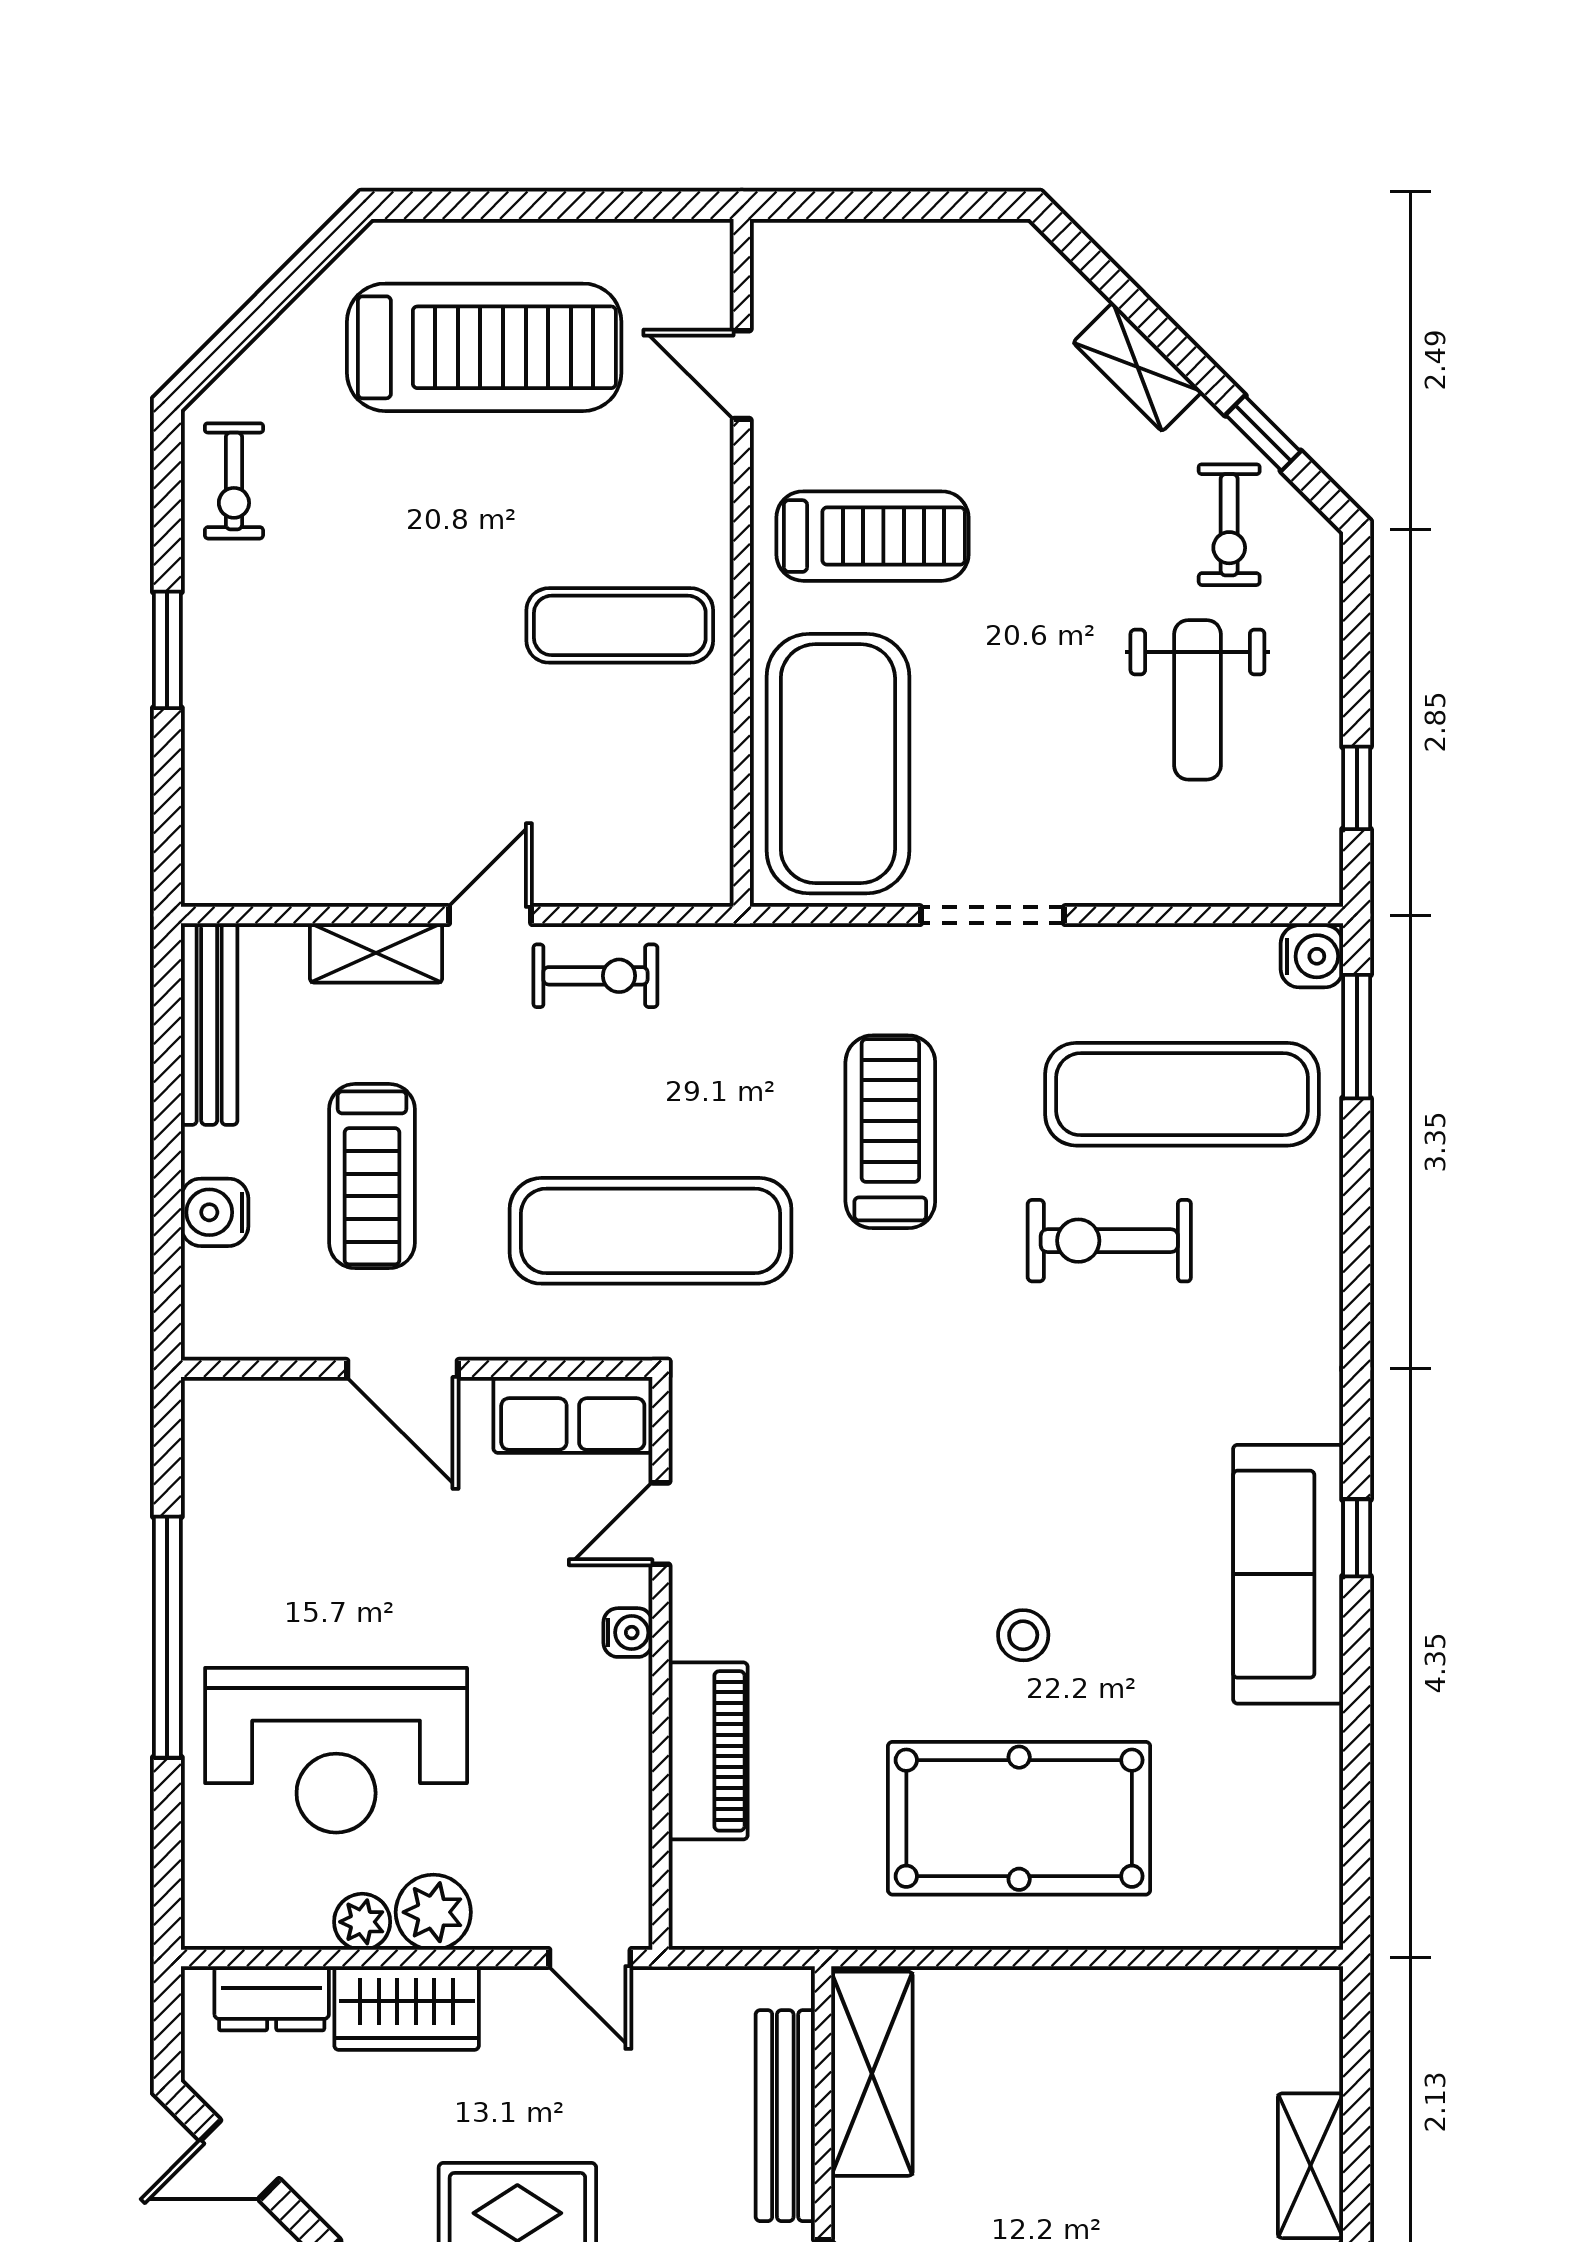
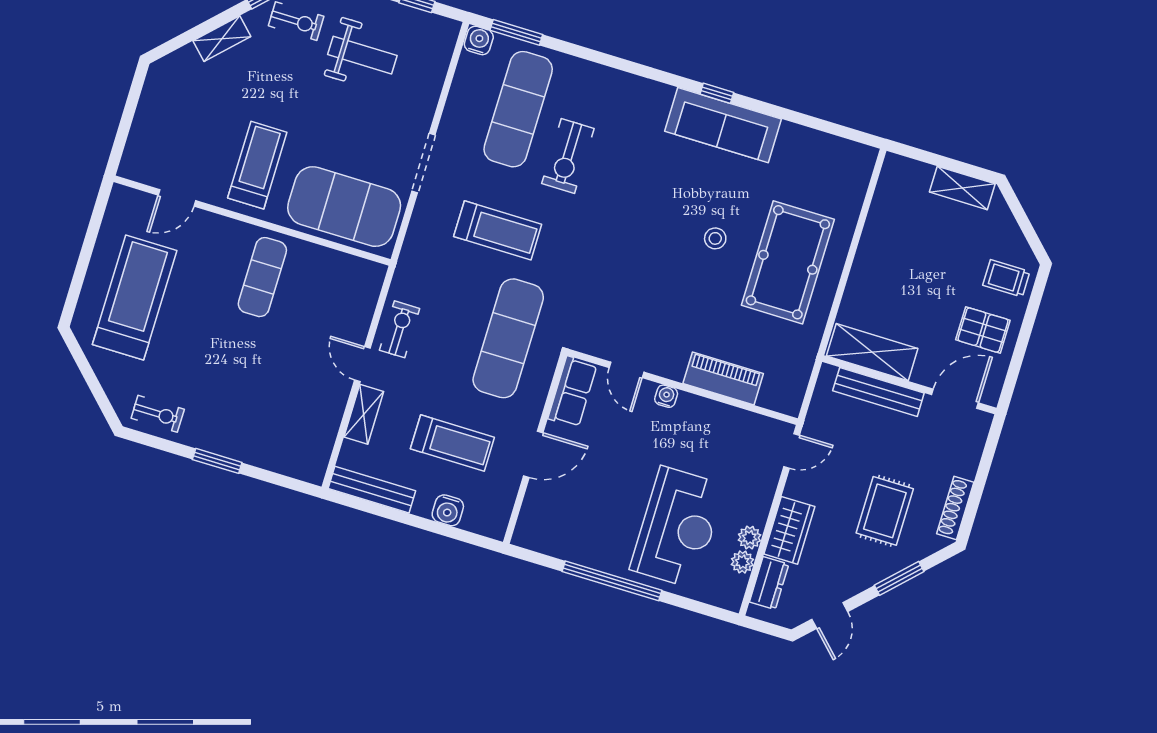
treadmill: (890, 1132) -> (498, 230), turned 180
plant: (433, 1912) -> (742, 562), moved, width x0.73, depth x0.73

